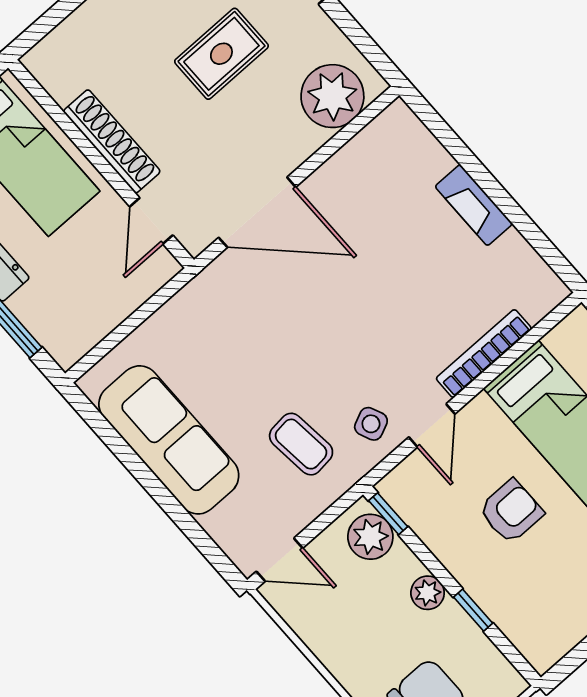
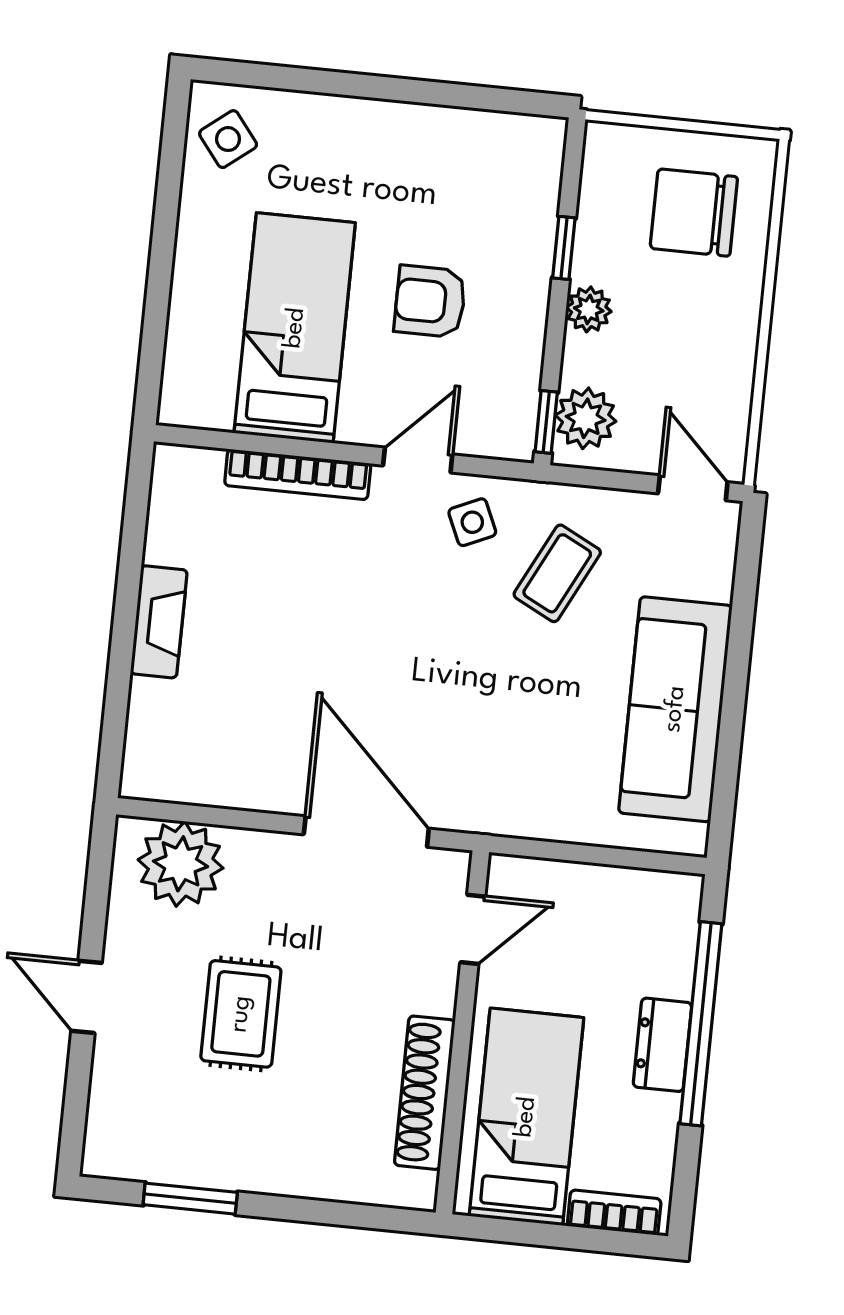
rug: (221, 54) -> (241, 1014), turned 90
shoe rack: (112, 141) -> (425, 1093), moved
coffee table: (301, 444) -> (557, 573), turned 33

